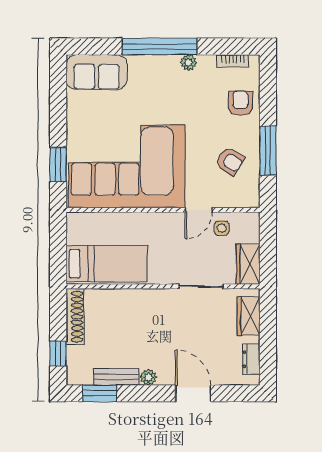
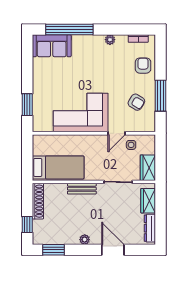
window: (160, 46) -> (69, 29), moved
corner sofa: (127, 166) -> (81, 113), width x0.73, depth x0.74
dresser: (251, 359) -> (150, 228), width x1.44
bench: (116, 377) -> (82, 189), moved

